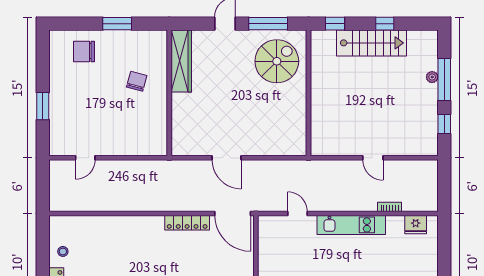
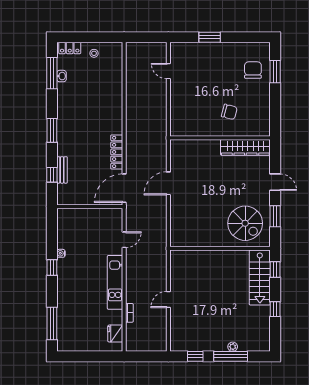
window: (117, 24) -> (275, 72), moved
window: (268, 24) -> (275, 216), width x0.69
stairs: (372, 43) -> (260, 278), moved

